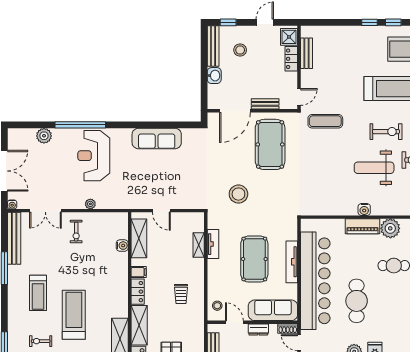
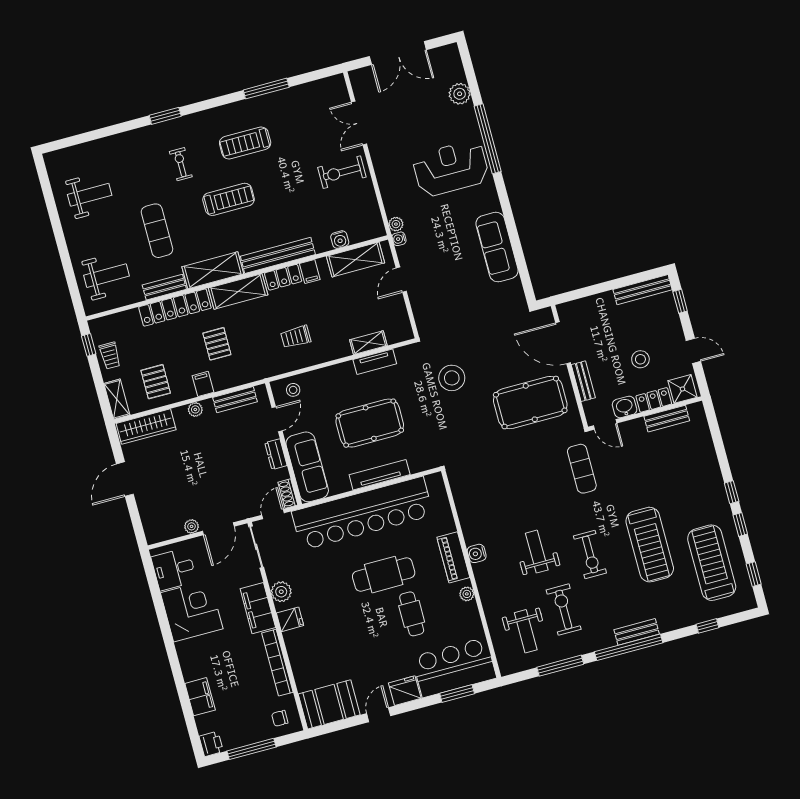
stool: (240, 50) -> (640, 359), moved
washbasin: (214, 76) -> (625, 407), moved, turned 180
weight bench: (374, 168) -> (537, 552), width x0.73, depth x0.75
water cooler: (12, 204) -> (399, 239), moved
plant: (90, 204) -> (396, 224), moved
plant: (390, 228) -> (467, 594), width x0.53, depth x0.53
exercise bike: (76, 232) -> (342, 172), width x1.38, depth x1.39
bench: (14, 238) -> (278, 255), moved
cafe table: (357, 301) -> (384, 575), moved
treadmill: (74, 315) -> (229, 199), width x0.73, depth x0.73

